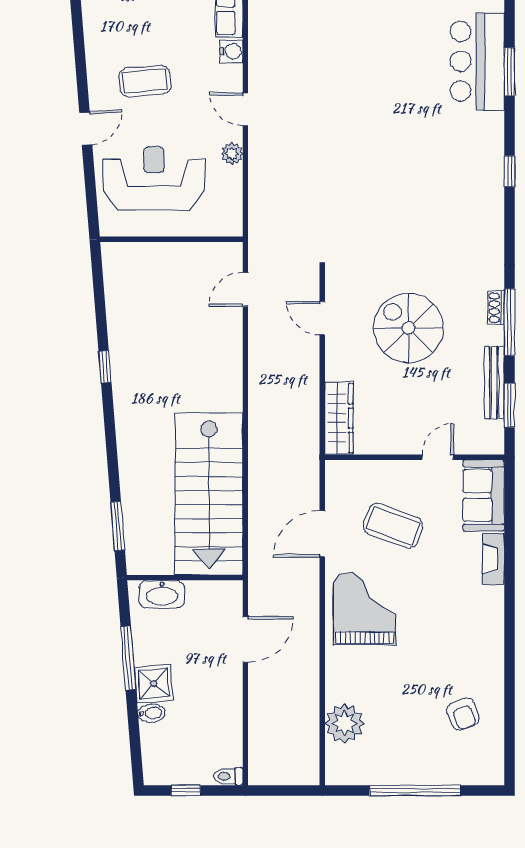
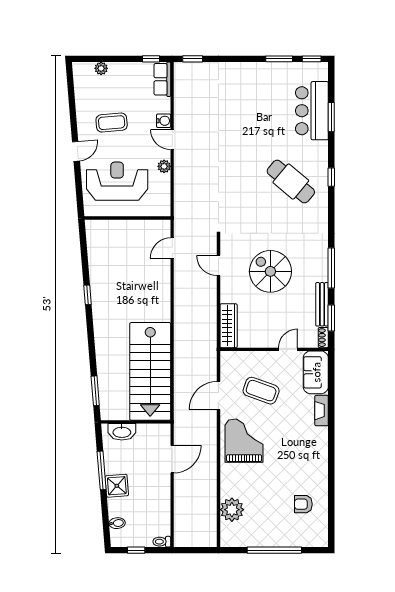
water cooler: (231, 51) -> (164, 121), moved
cafe table: (442, 179) -> (291, 182), added
shoe rack: (496, 308) -> (323, 338), moved
bidet: (151, 713) -> (117, 523), moved
armchair: (463, 714) -> (303, 504), turned 111

